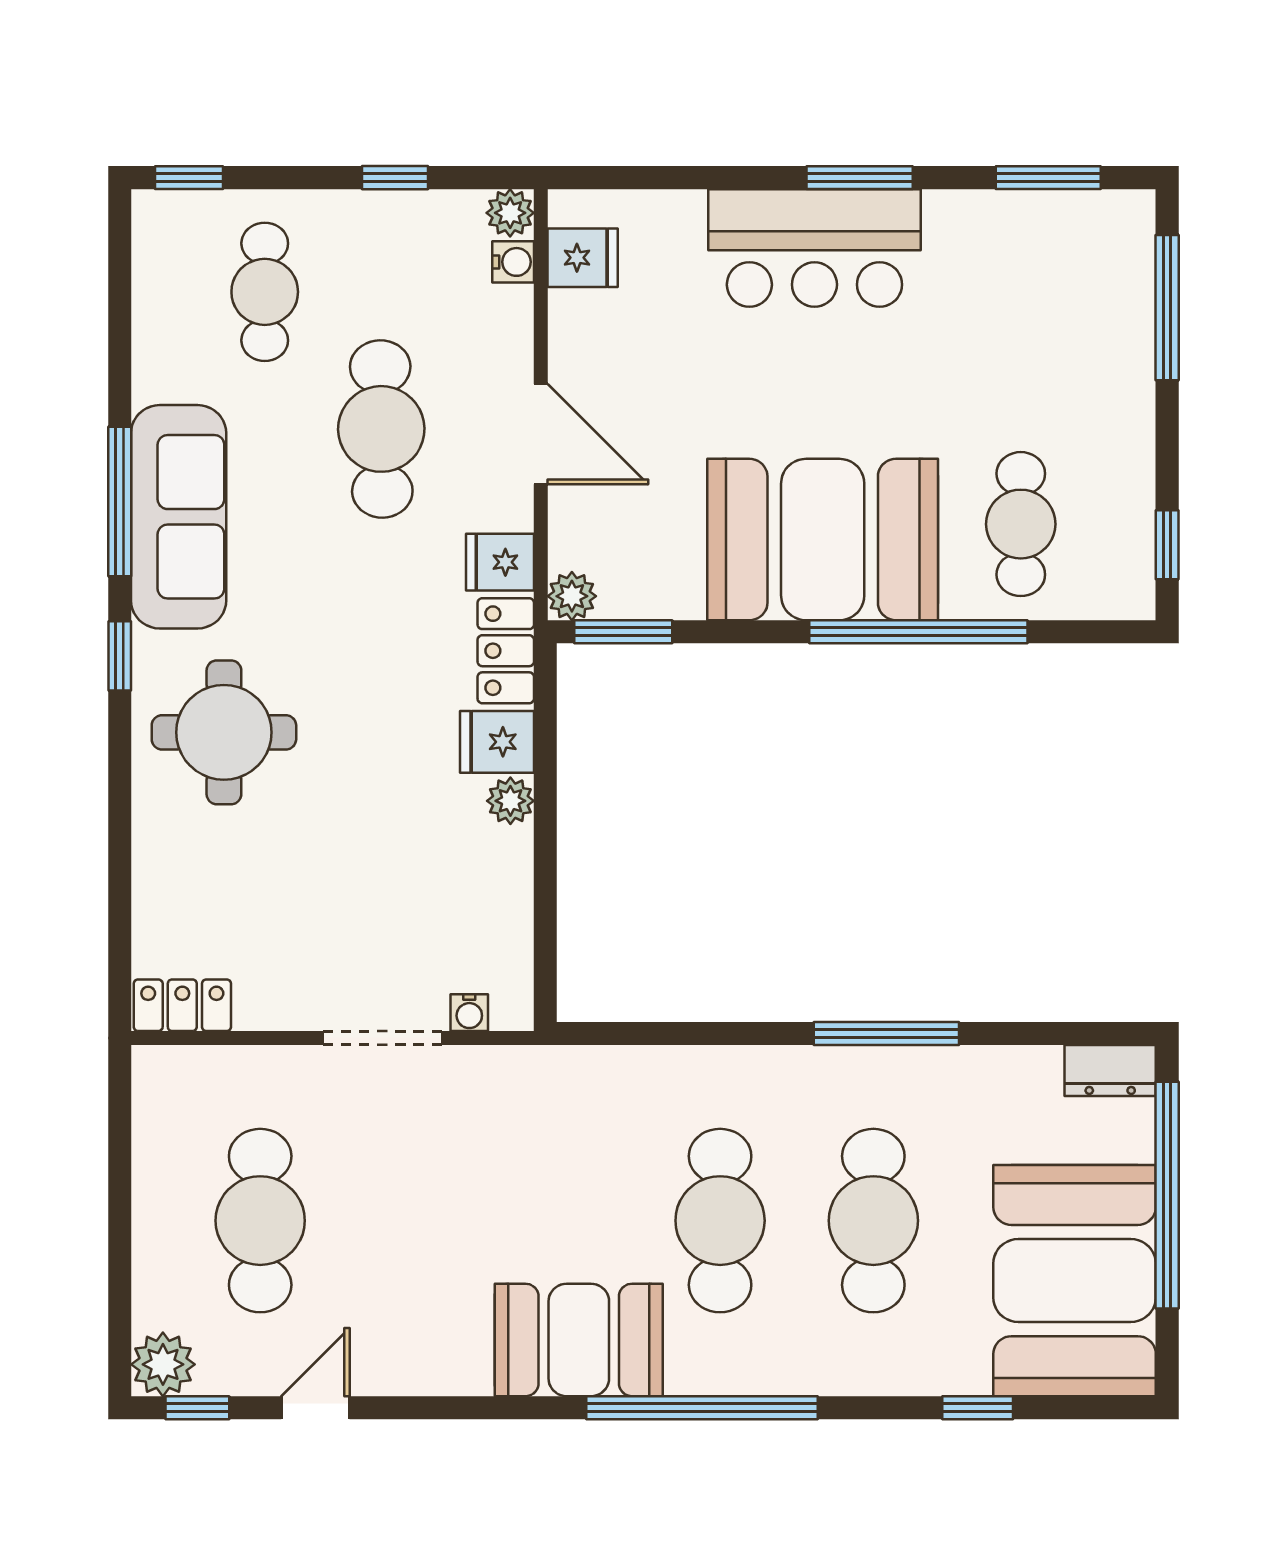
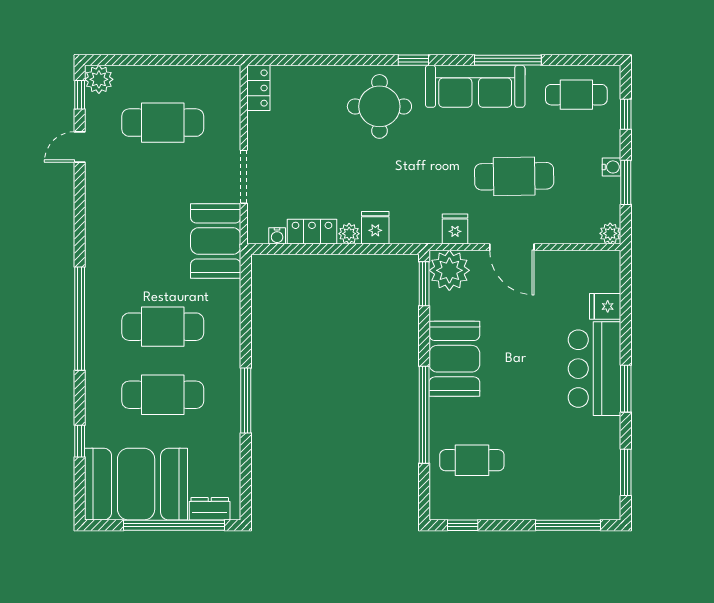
window: (189, 178) -> (626, 114), moved
window: (395, 178) -> (626, 182), width x1.50
fridge: (583, 258) -> (605, 306), moved, turned 90
water cooler: (513, 262) -> (611, 167), moved, turned -90
cafe table: (265, 292) -> (576, 95), moved
door: (541, 434) -> (512, 247), hinge flipped
window: (120, 501) -> (508, 60), moved
booth: (823, 540) -> (454, 359), width x0.73, depth x0.70
plant: (572, 596) -> (449, 270), width x1.88, depth x1.88
locker: (506, 651) -> (312, 232), moved
water cooler: (469, 1013) -> (277, 236), moved, turned -90
dresser: (1110, 1070) -> (210, 509), moved, turned 90
booth: (579, 1340) -> (216, 241), moved
door: (315, 1408) -> (80, 147), swing flipped

